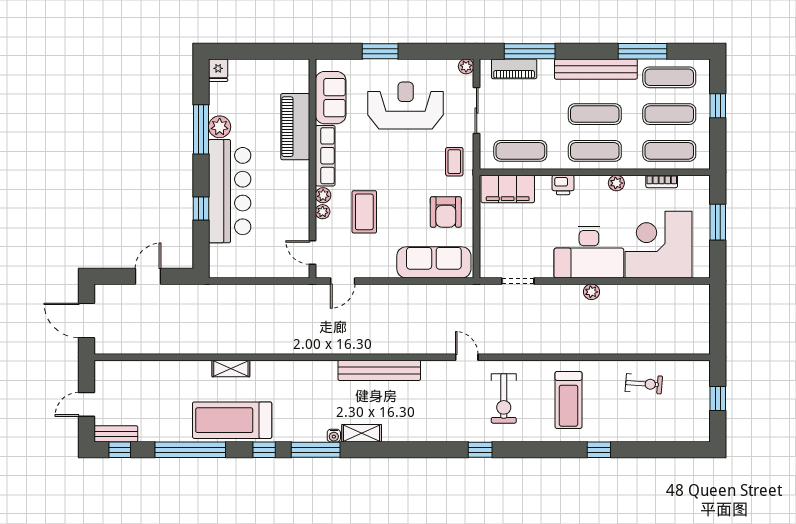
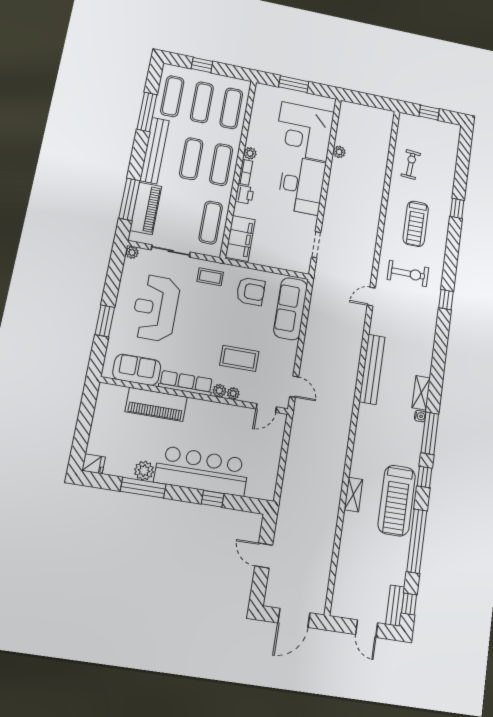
piano: (514, 69) -> (146, 208), width x1.37, depth x1.33
bookcase: (662, 181) -> (245, 172), moved
plant: (591, 292) -> (339, 152), moved
treadmill: (568, 400) -> (416, 224), turned 90

